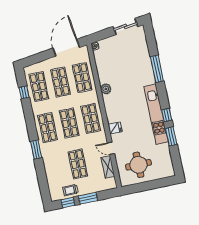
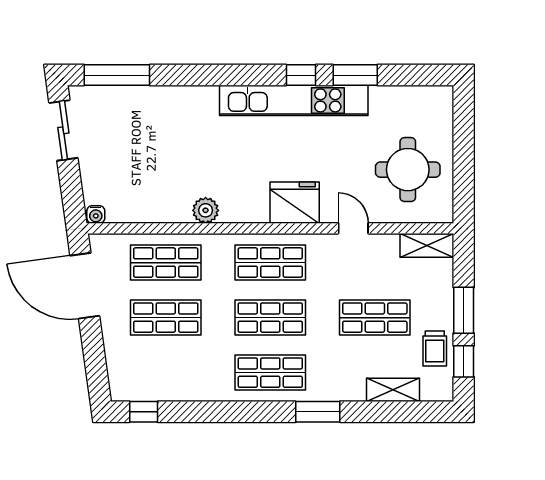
window: (157, 69) -> (117, 75), moved
shop shelf: (39, 87) -> (166, 373), removed
window: (24, 92) -> (144, 412), moved
fridge: (115, 128) -> (295, 203), width x1.88, depth x1.34
door: (111, 148) -> (353, 228), swing flipped
shelving: (108, 167) -> (427, 245), moved
shelving: (51, 177) -> (393, 390), added

